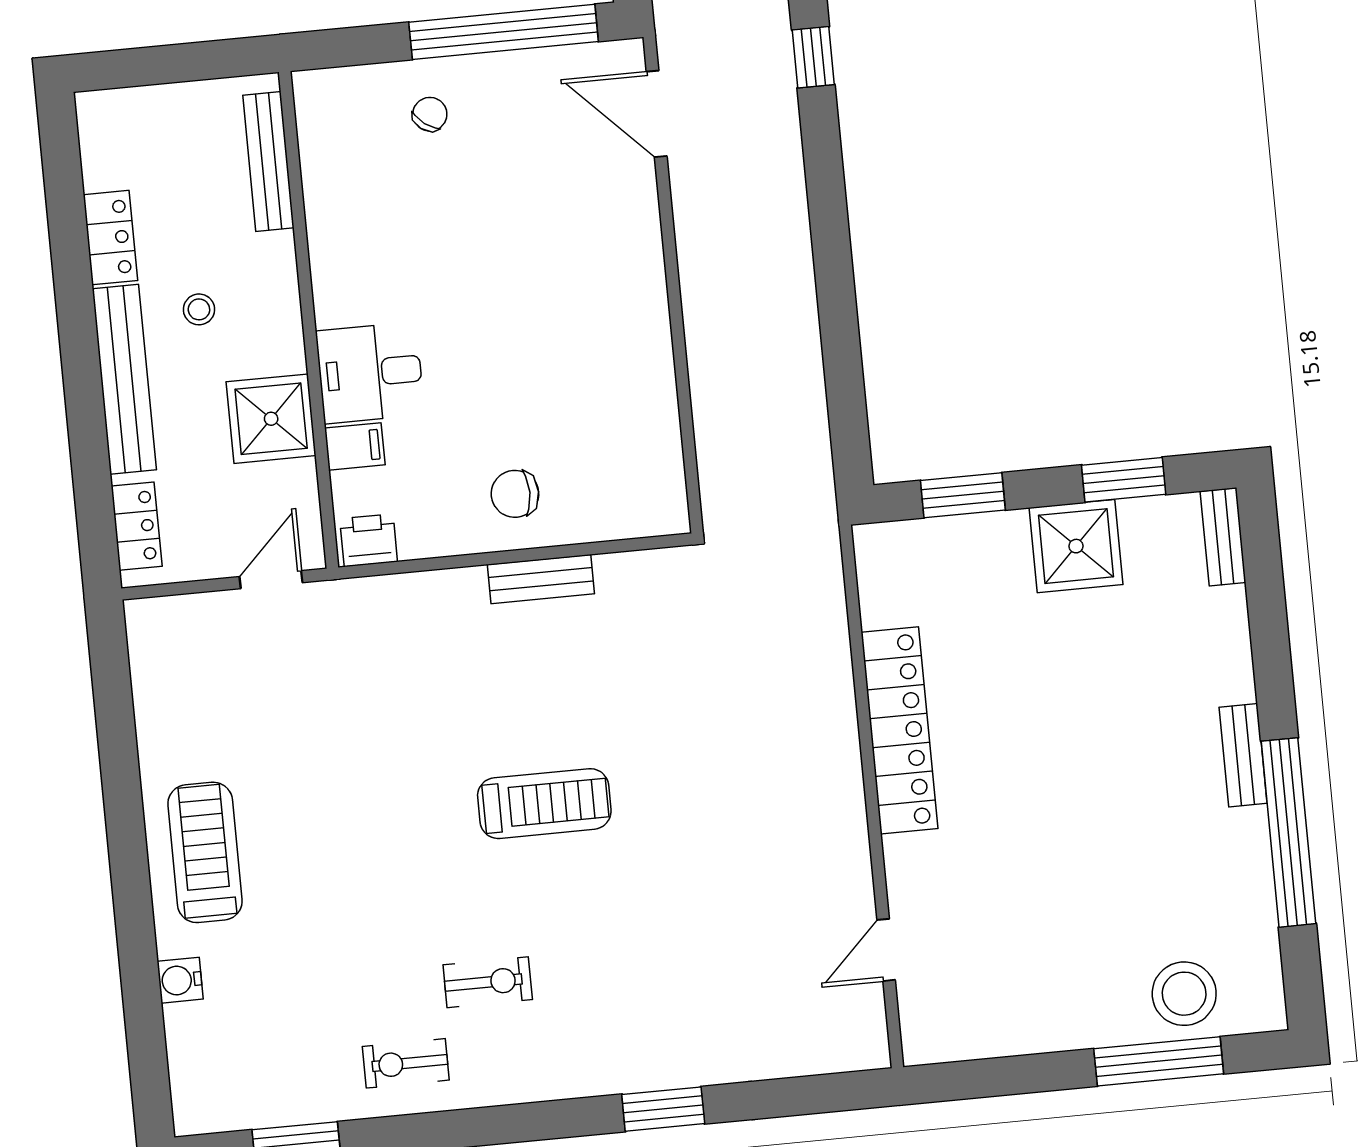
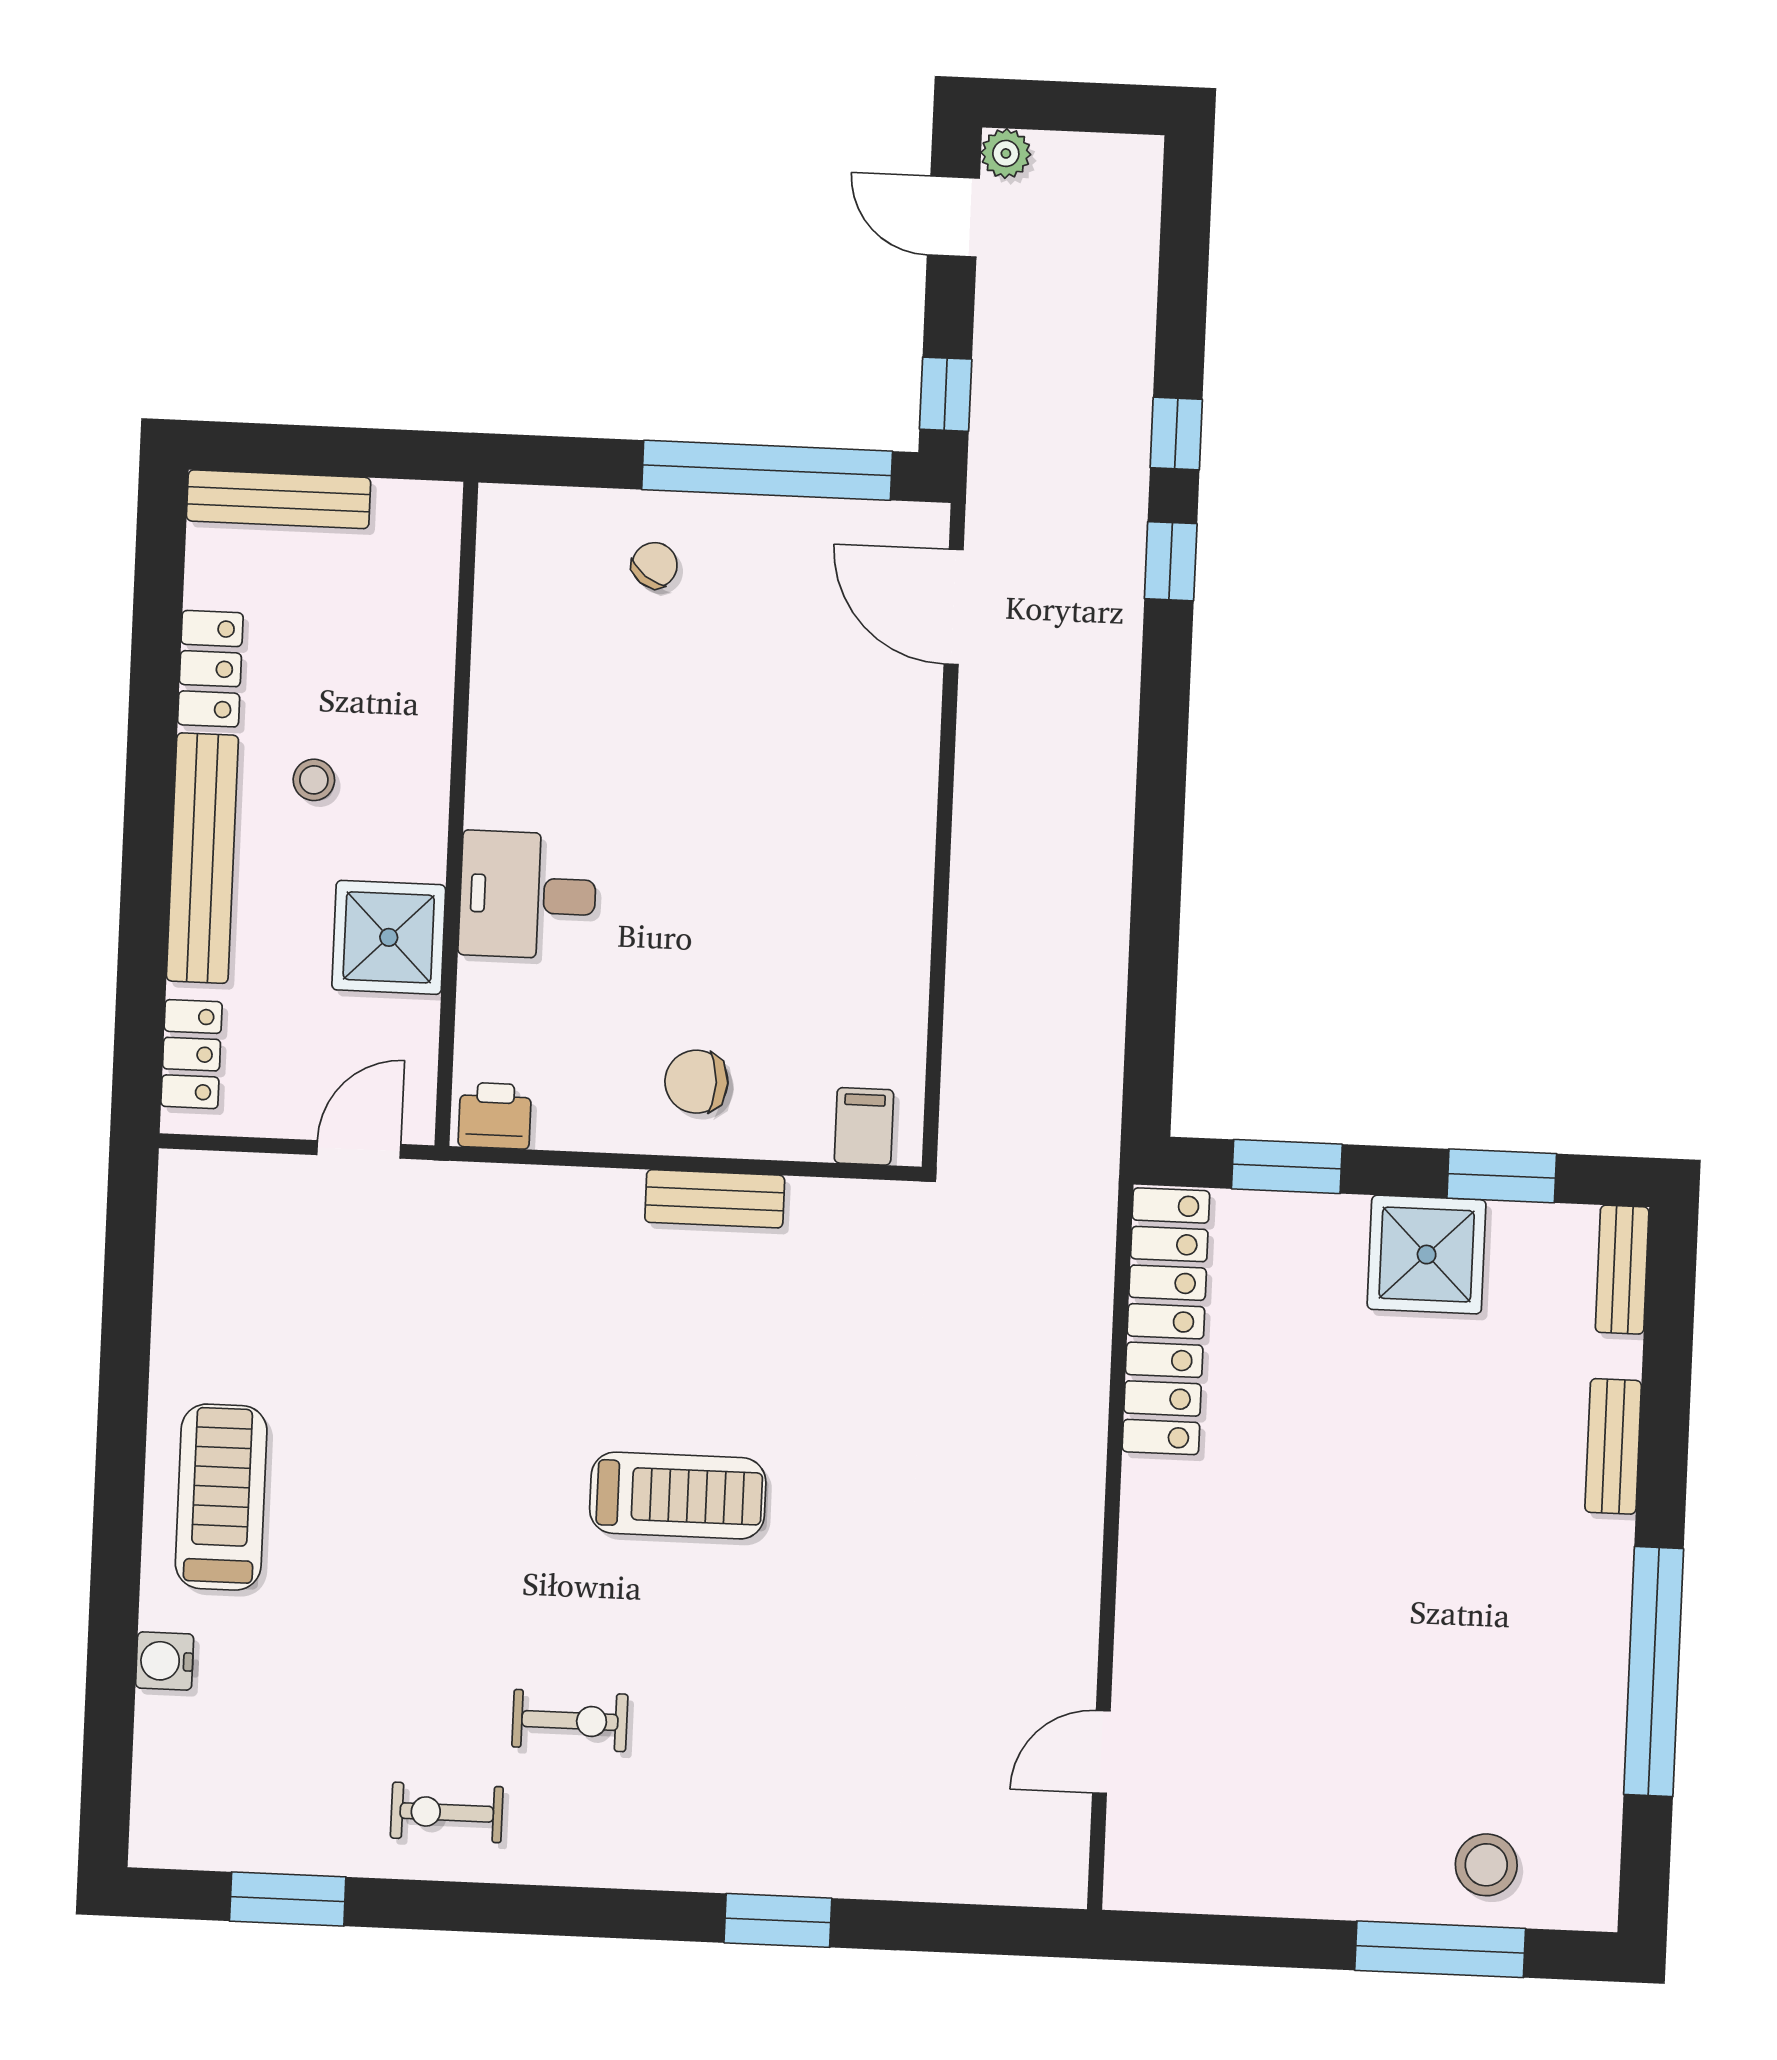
bench: (268, 162) -> (279, 499), moved, turned 90
filing cabinet: (355, 446) -> (864, 1126), moved, turned -90
locker: (899, 730) -> (1166, 1321), moved
bench: (1243, 755) -> (1613, 1446), moved
stool: (1184, 994) -> (1486, 1865), width x0.73, depth x0.73

